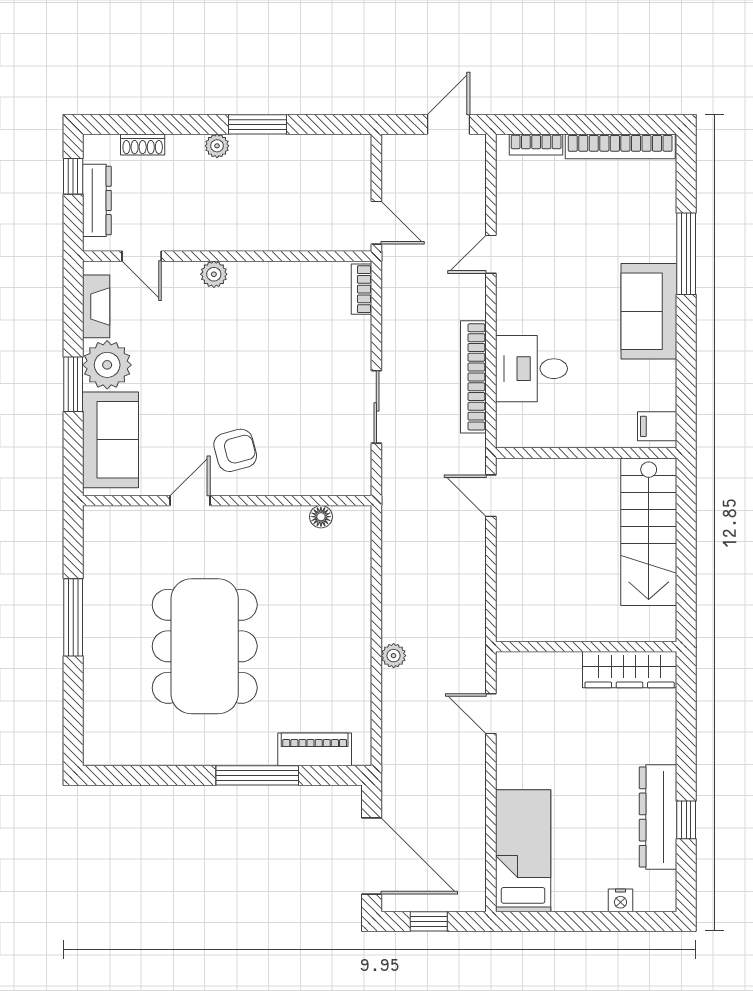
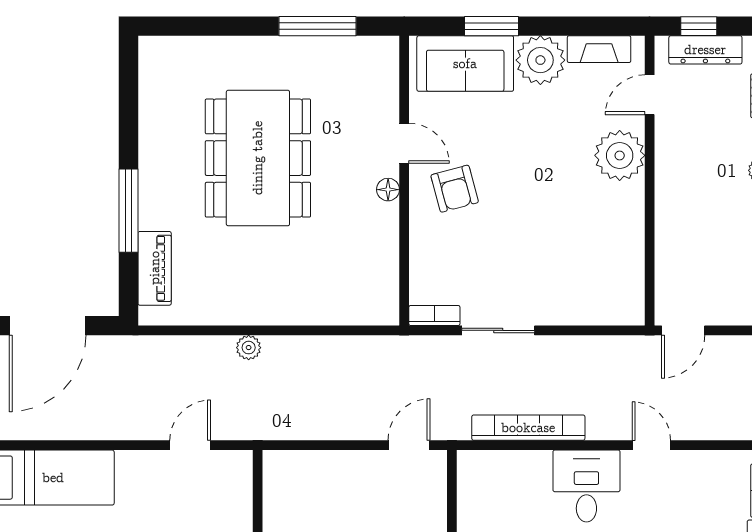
window: (73, 176) -> (699, 26), moved
plant: (214, 274) -> (620, 155), width x1.88, depth x1.88
bookcase: (362, 289) -> (434, 315), moved
desk: (531, 369) -> (586, 486), moved
window: (73, 384) -> (491, 26), moved
floor lamp: (321, 517) -> (388, 190), moved
window: (73, 617) -> (317, 26), moved
dining table: (205, 646) -> (258, 158), turned 90

